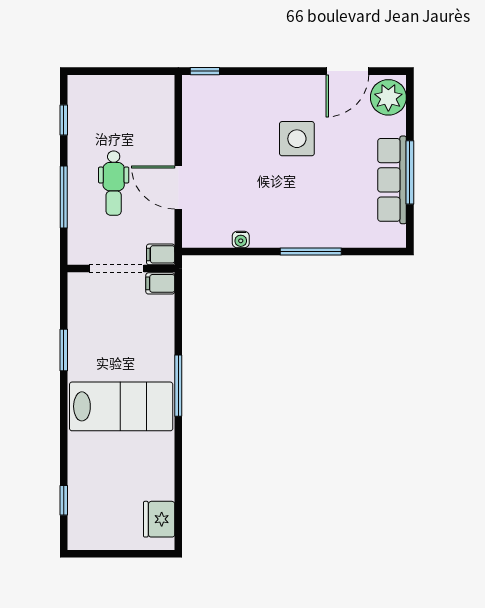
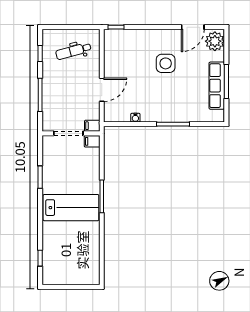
dental chair: (114, 183) -> (73, 51), moved, turned 75
door: (178, 188) -> (102, 90), swing flipped
fridge: (159, 519) -> (91, 268), removed

